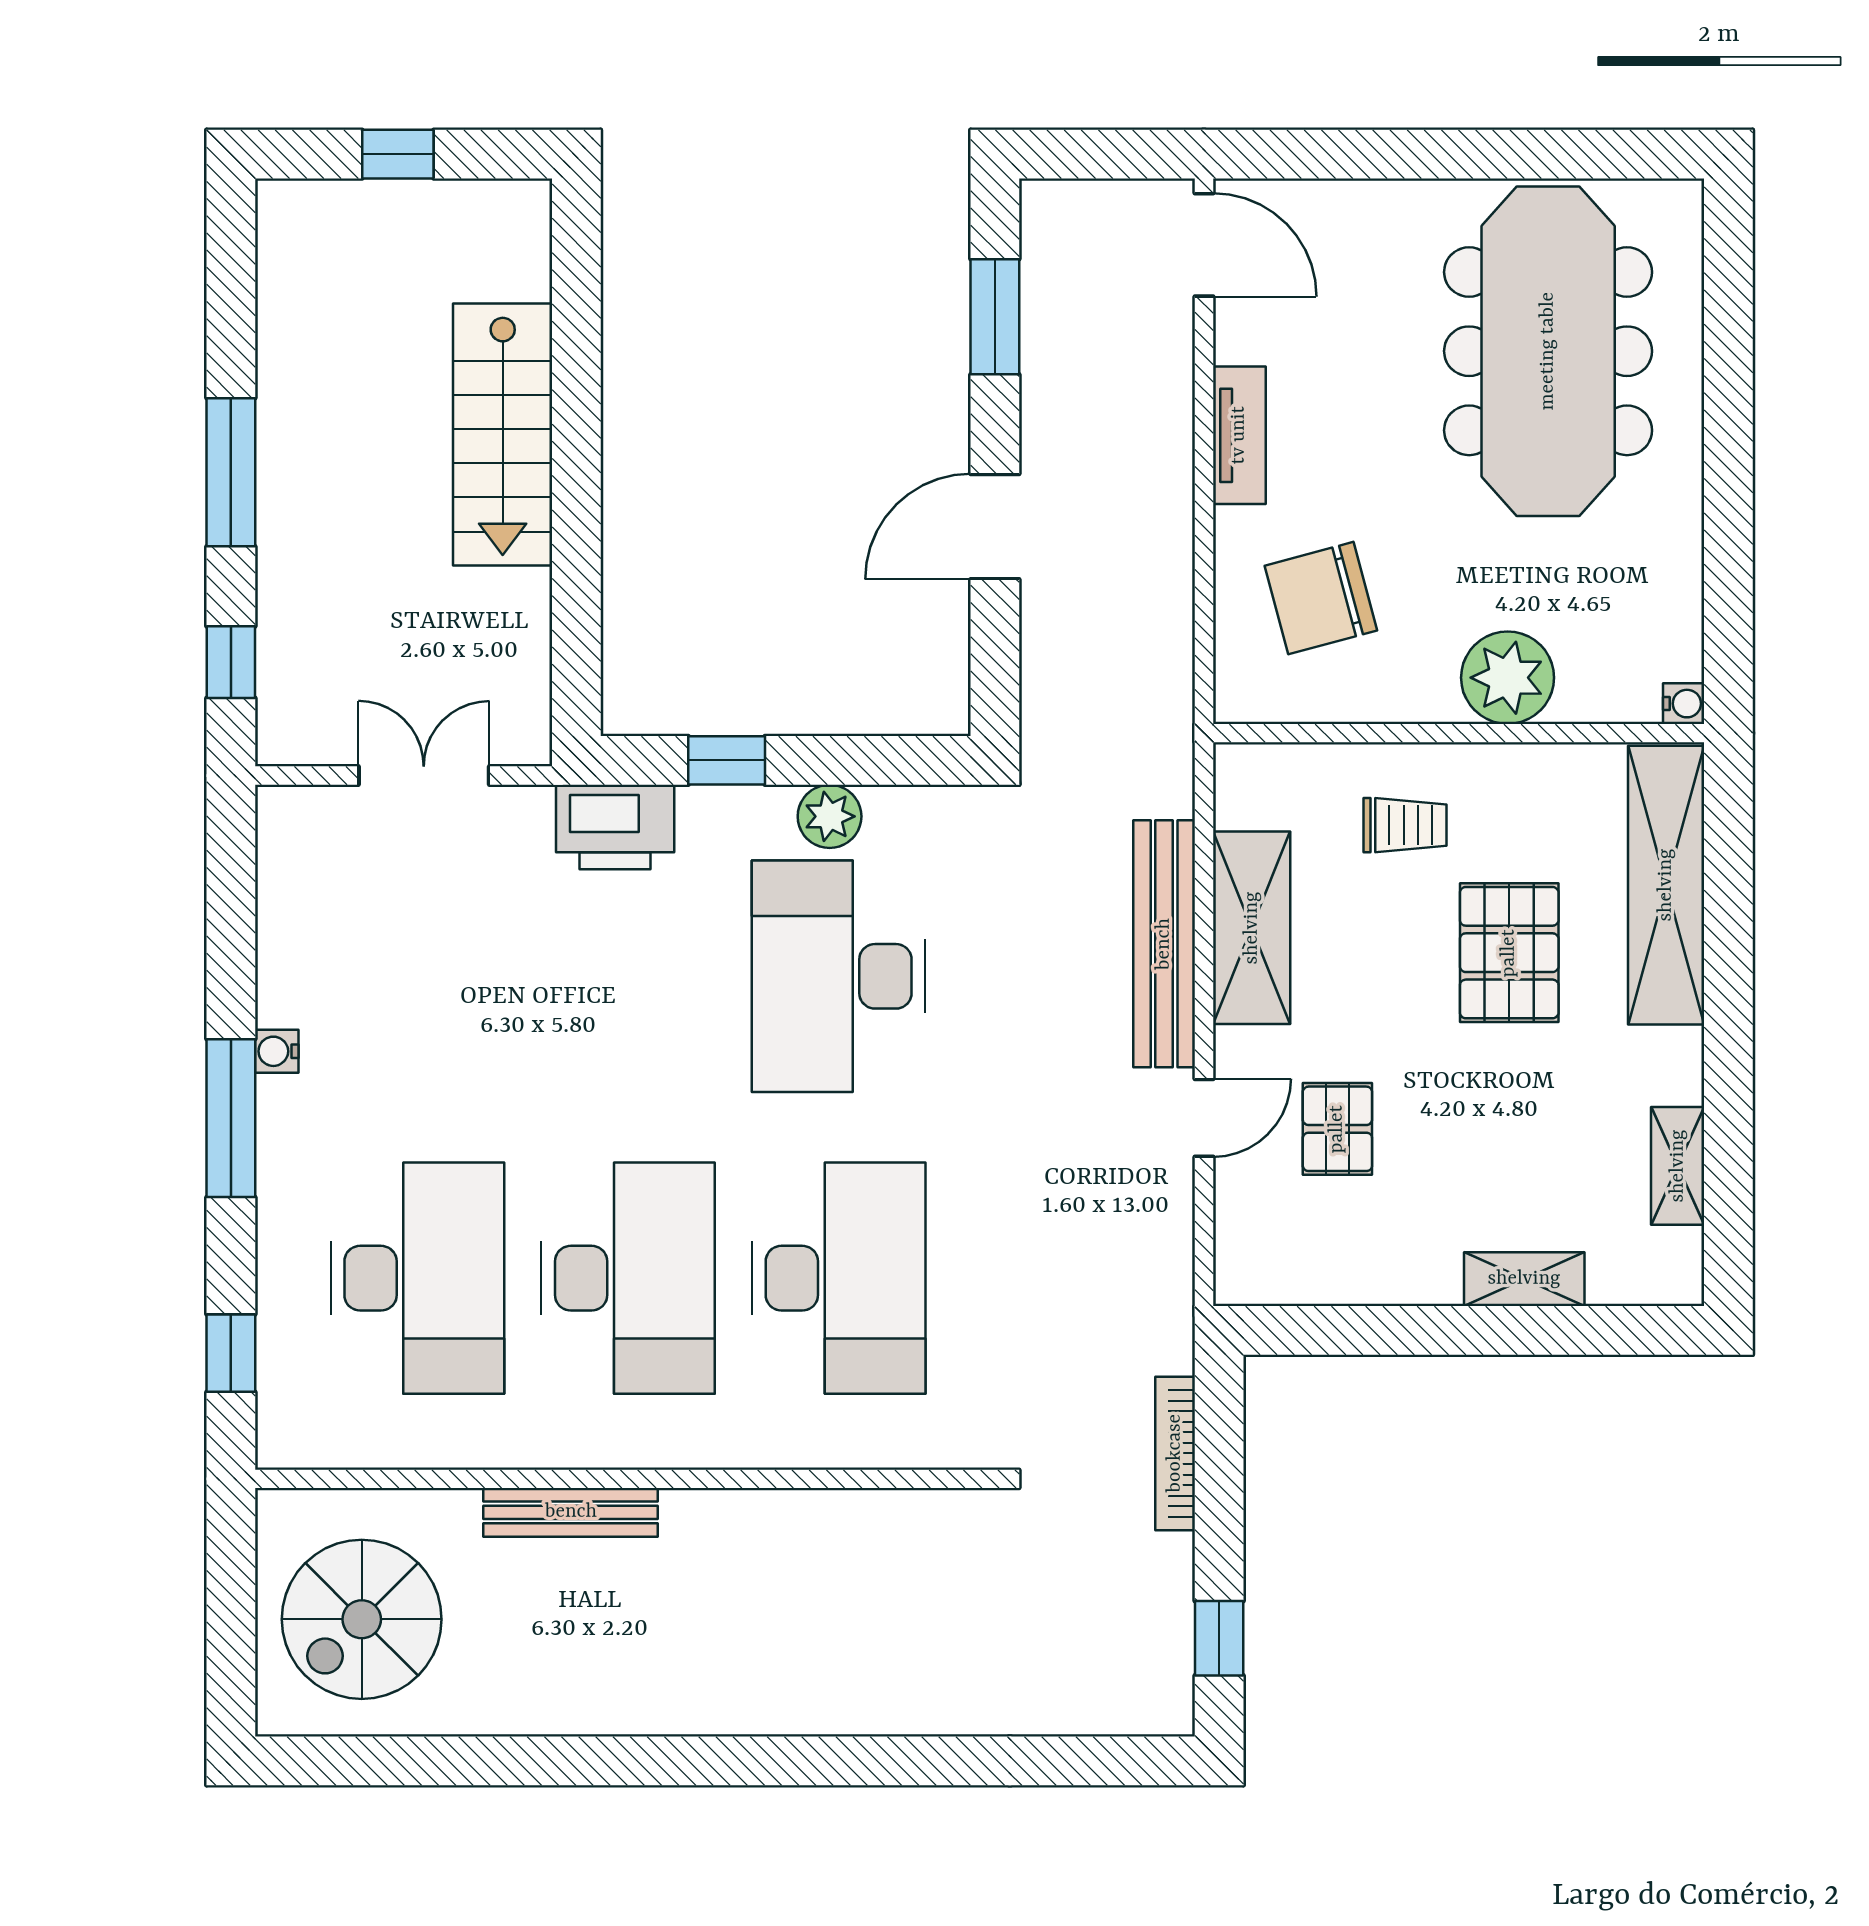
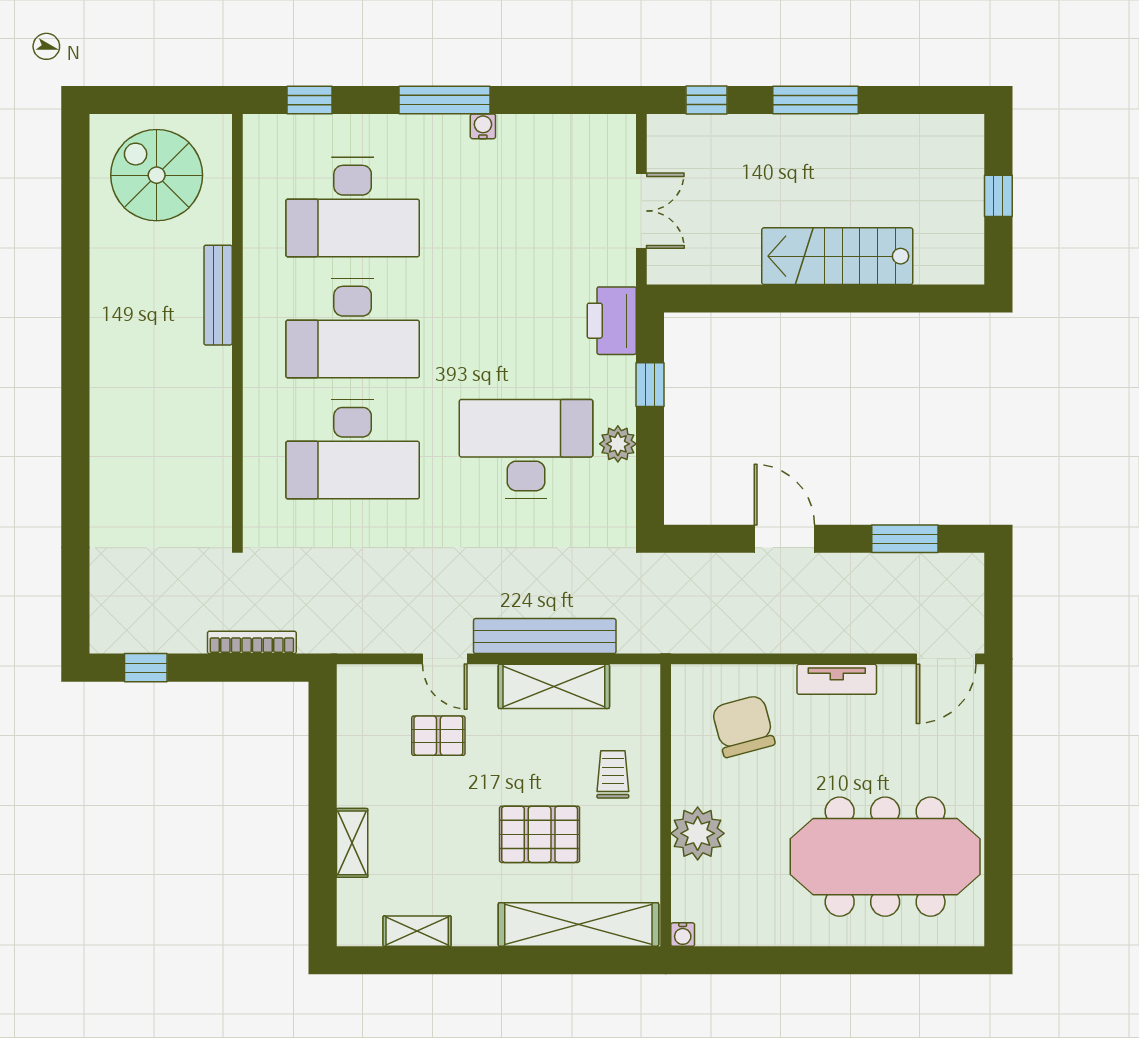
trolley: (1405, 825) -> (613, 774), turned 180

